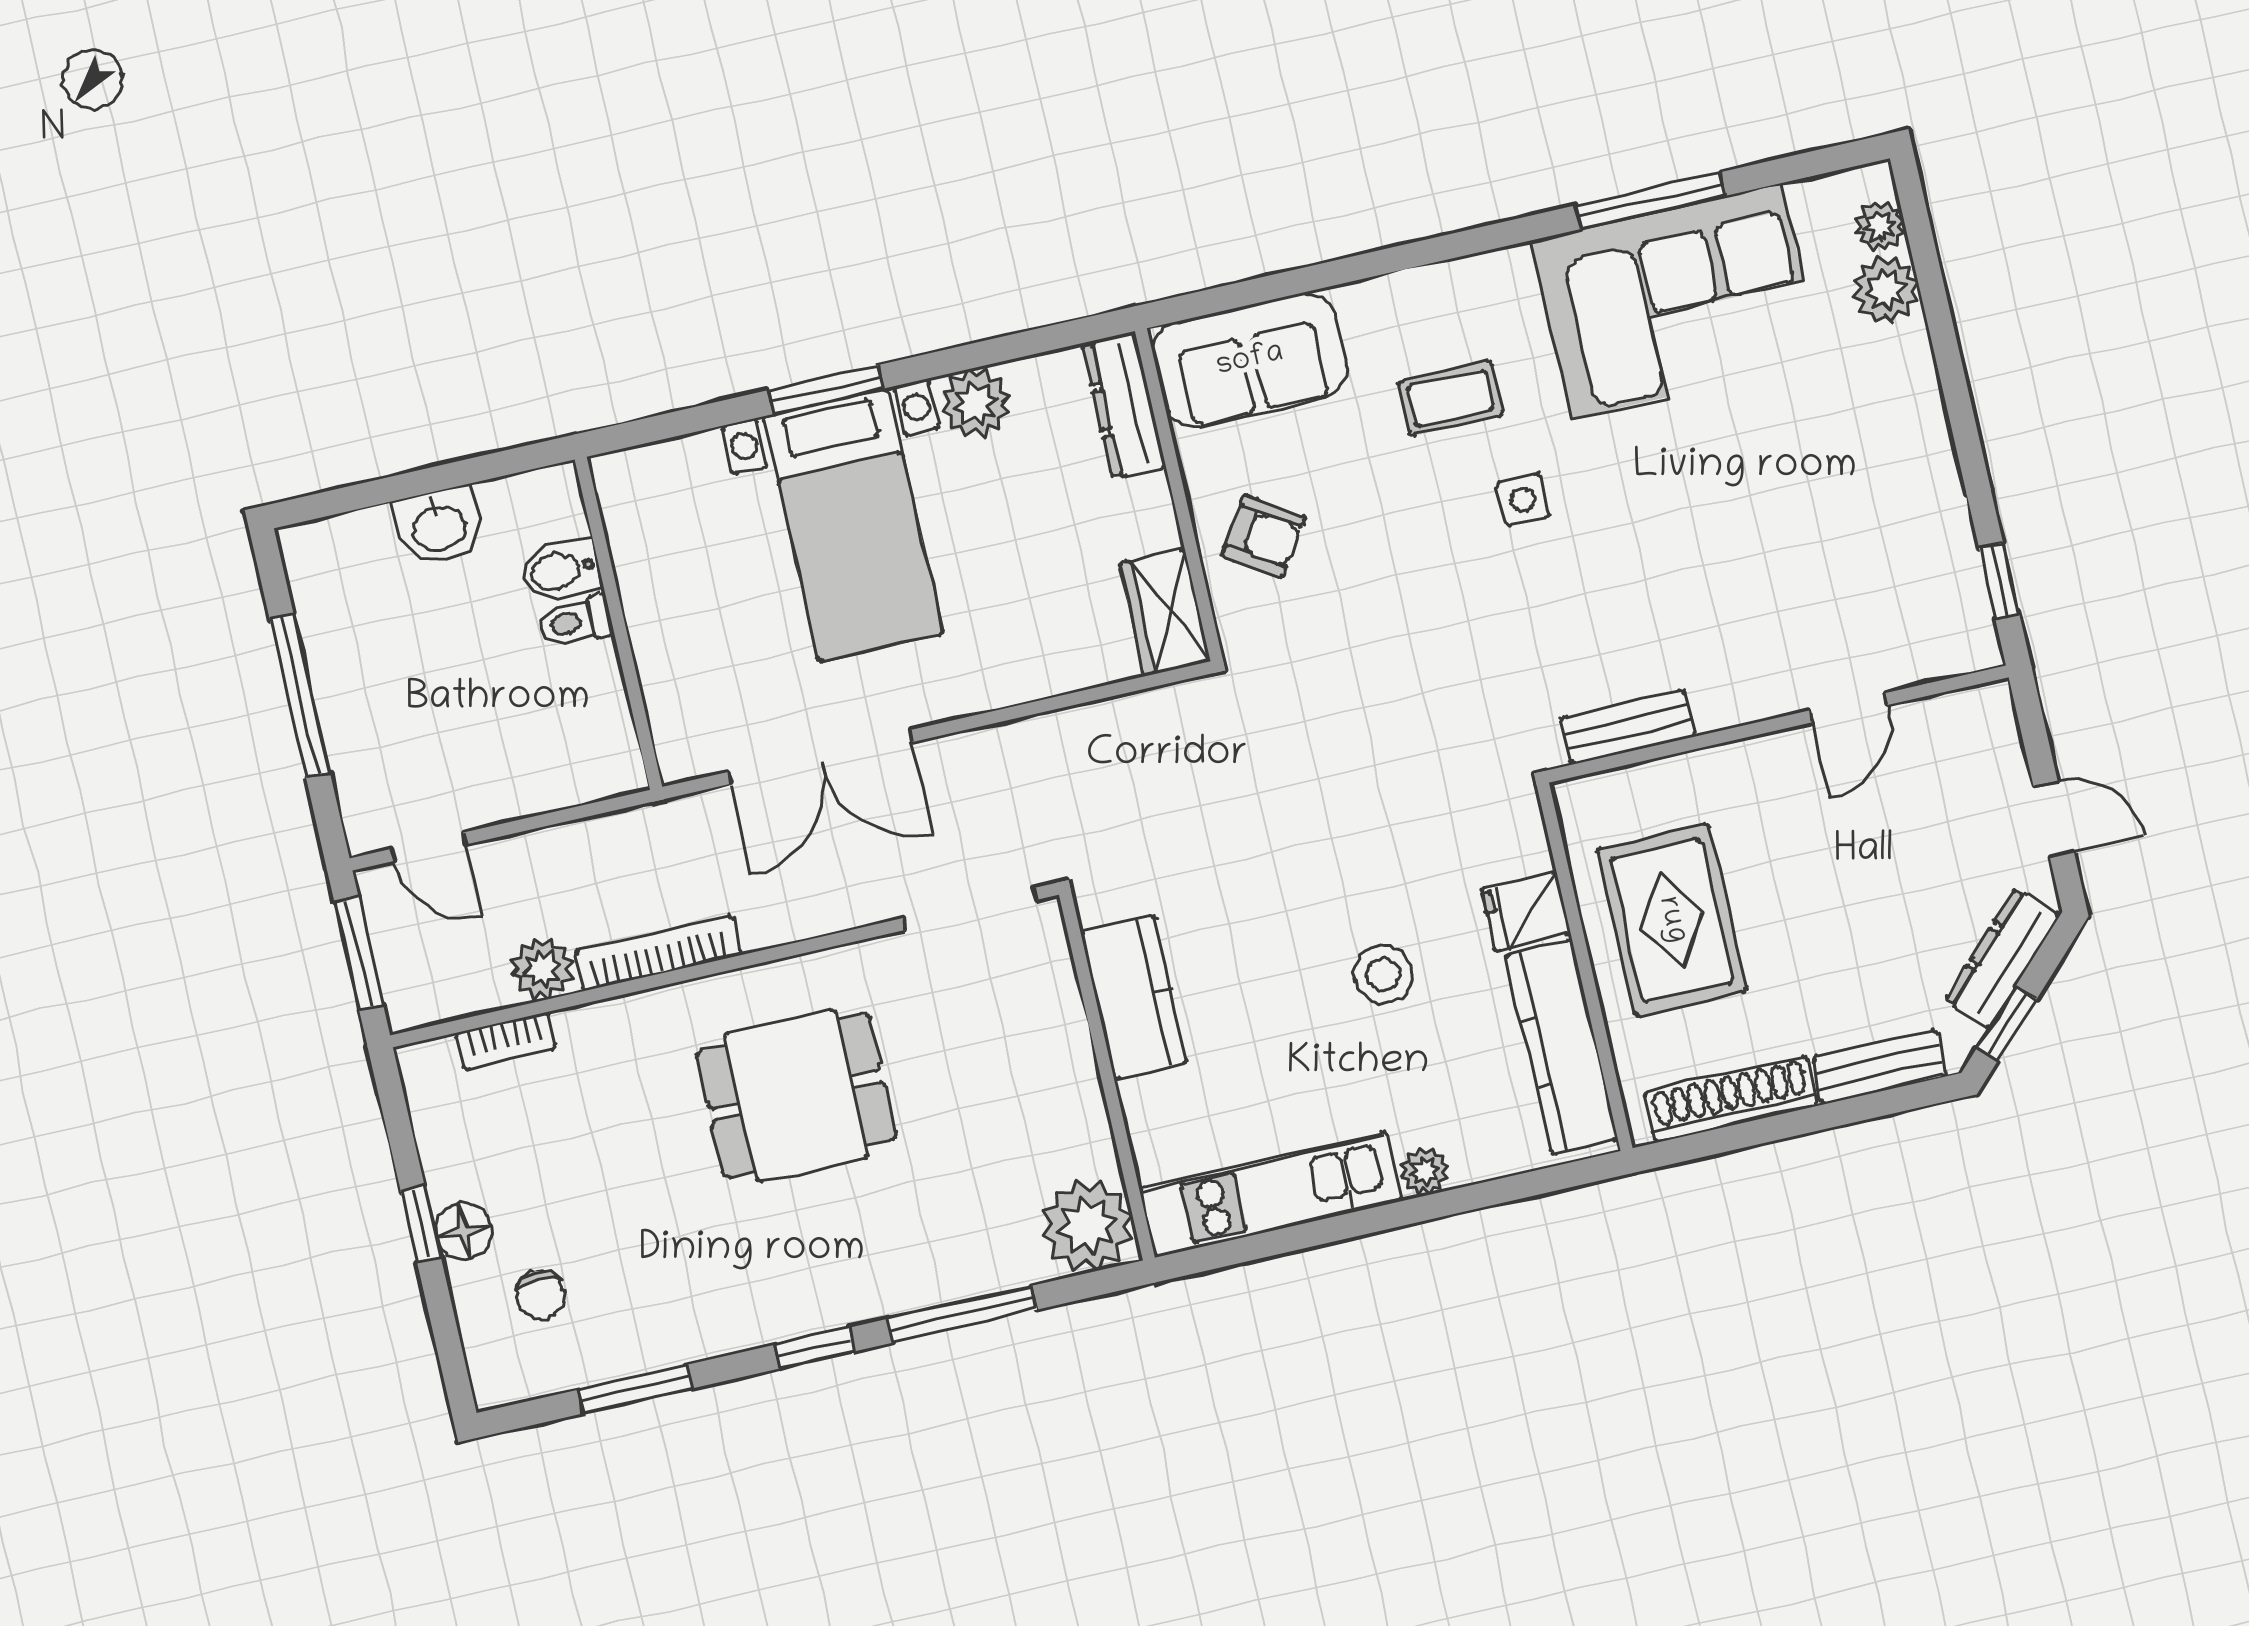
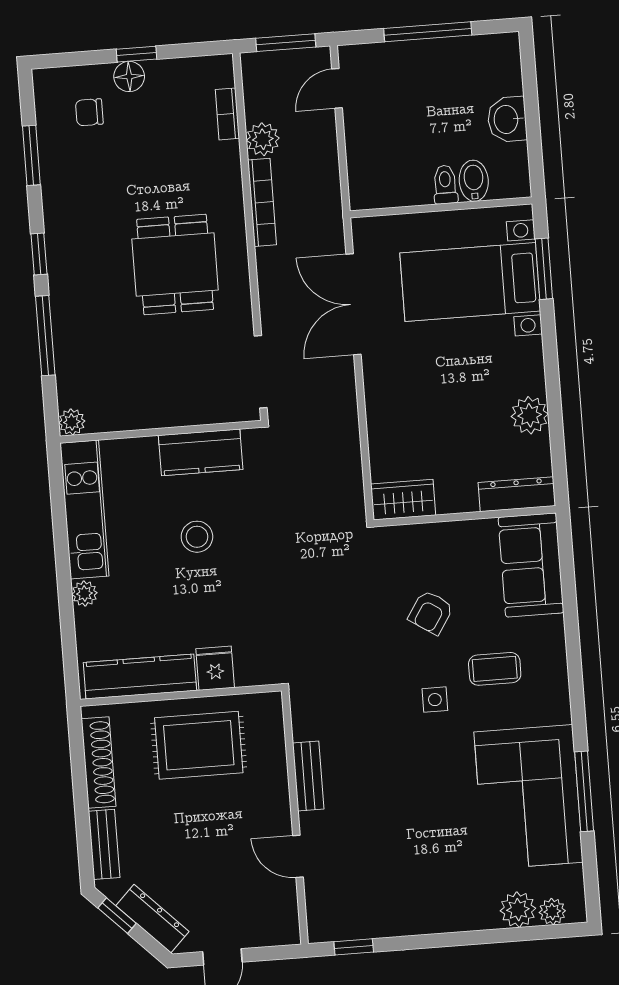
window: (826, 389) -> (544, 269), moved
coffee table: (1450, 398) -> (495, 669), turned 90
bed with nightstands: (853, 525) -> (470, 282), moved
armchair: (1263, 536) -> (431, 612), moved
bench: (1628, 727) -> (308, 776), moved
stool: (1383, 974) -> (197, 537), moved
plant: (1087, 1226) -> (72, 422), width x0.53, depth x0.53

